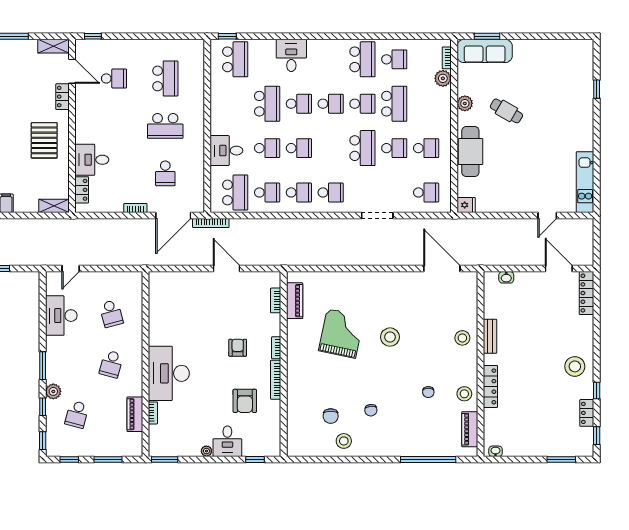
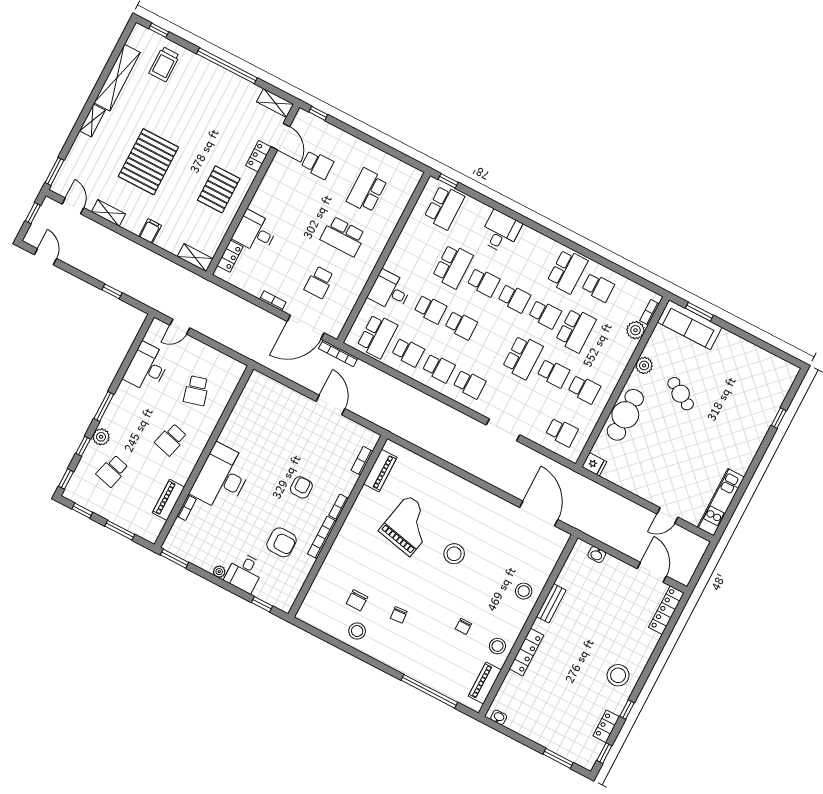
school desk: (165, 78) -> (367, 191), turned 180
armchair: (245, 401) -> (282, 542), turned -90

